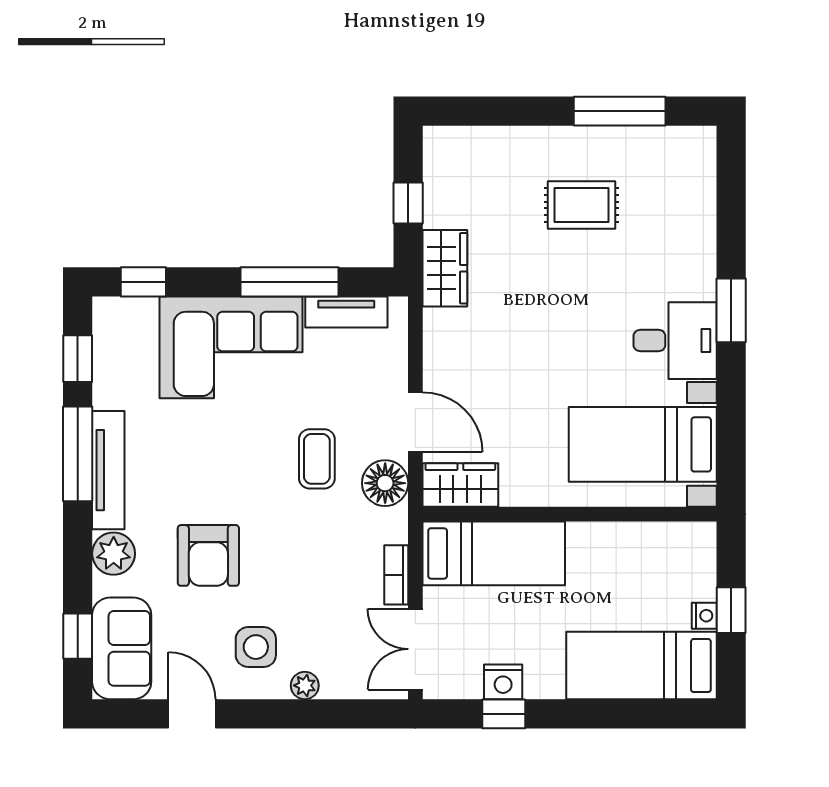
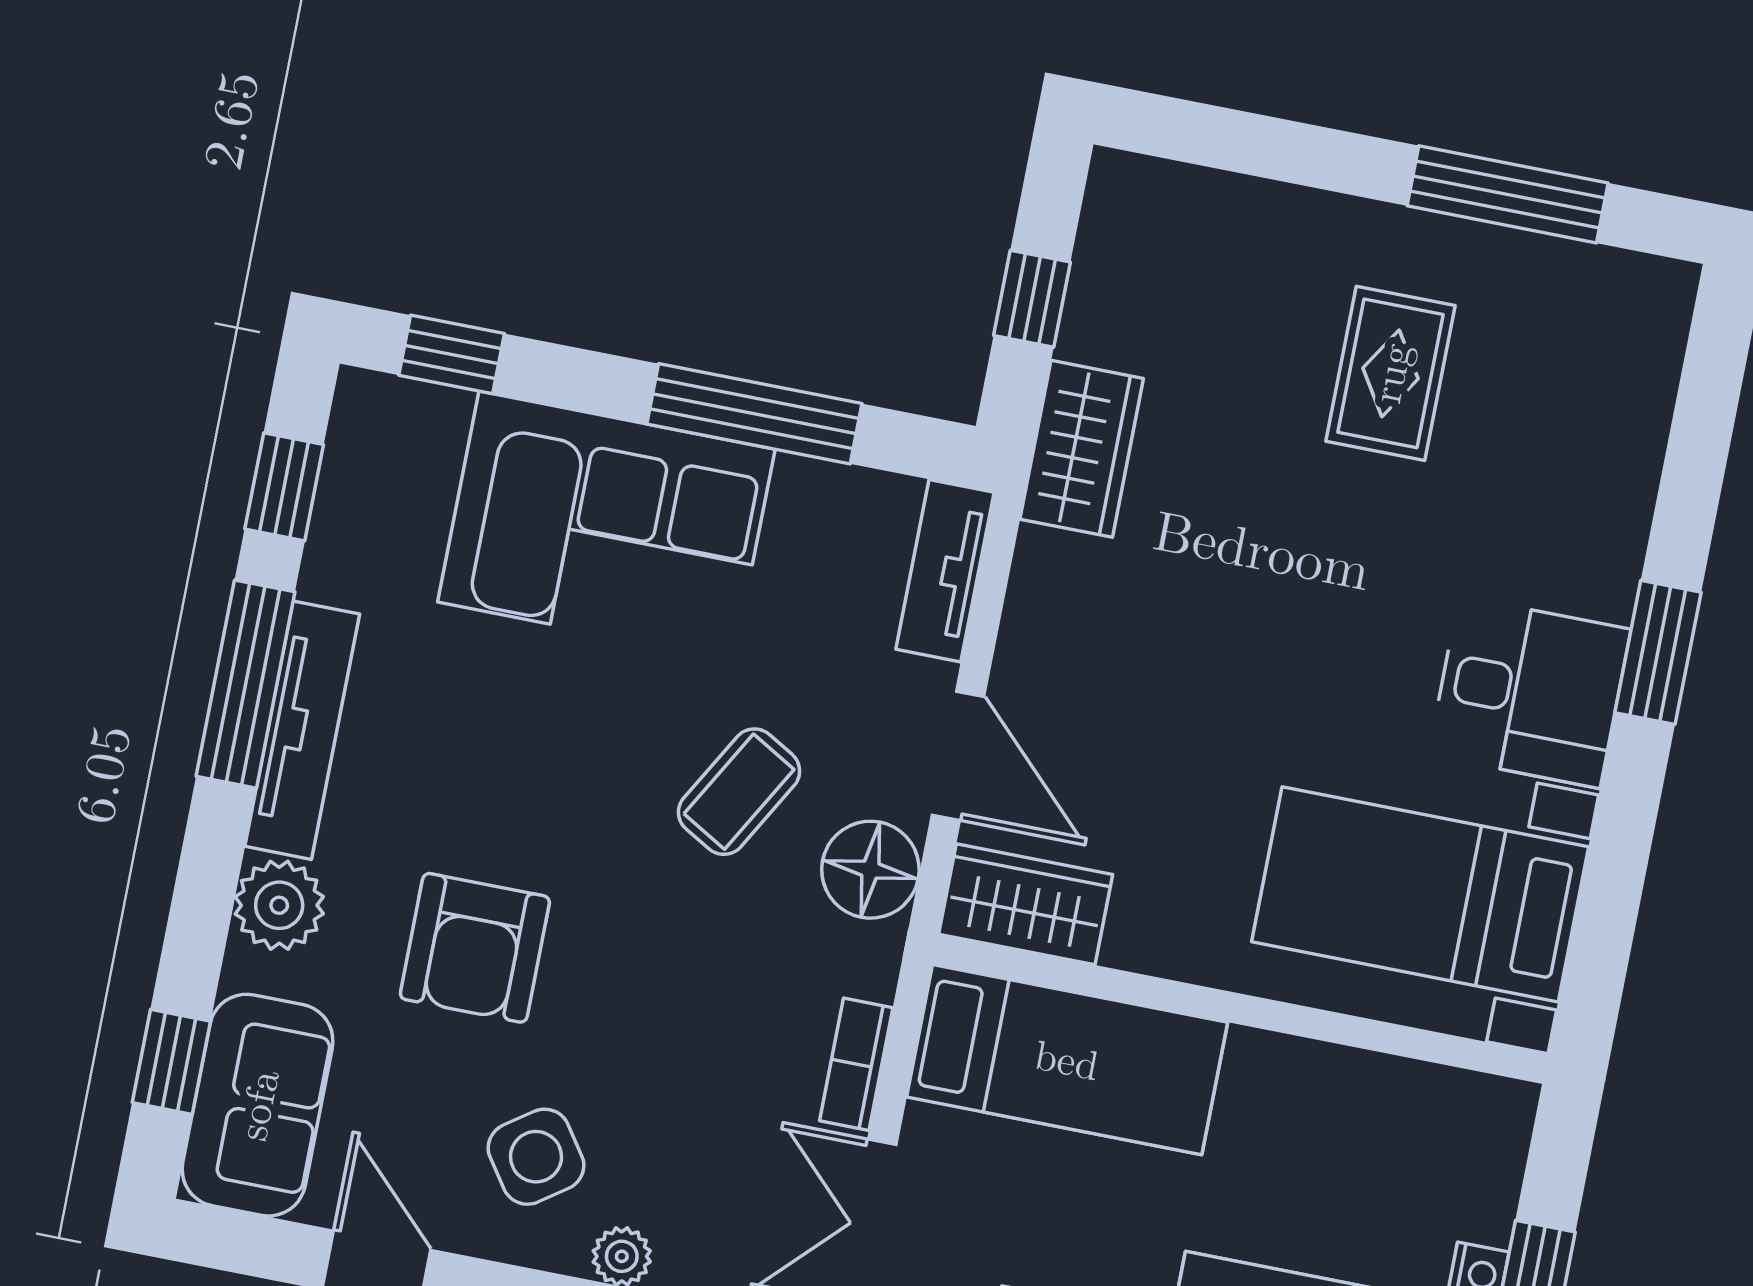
rug: (582, 205) -> (1391, 373), turned 90
tv unit: (346, 312) -> (945, 571), moved, turned 90
coffee table: (317, 459) -> (739, 792), turned 30
side table: (256, 647) -> (536, 1157), turned -35

